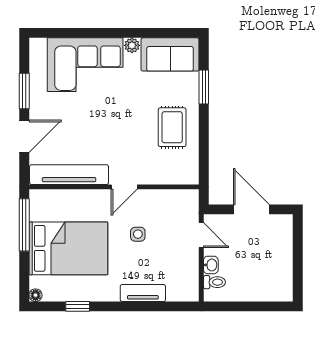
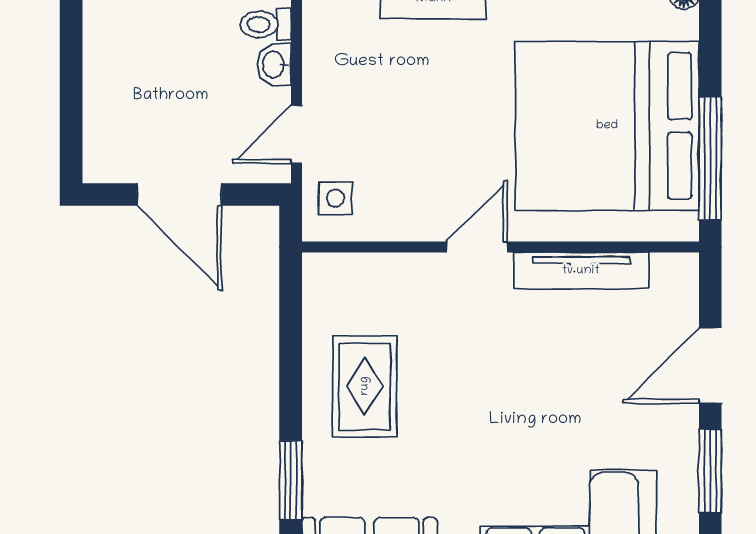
tv unit: (69, 175) -> (581, 271), width x0.73, depth x0.78
side table: (138, 234) -> (335, 198), moved
door: (201, 235) -> (297, 134), hinge flipped
bed: (68, 248) -> (607, 126), width x1.36

